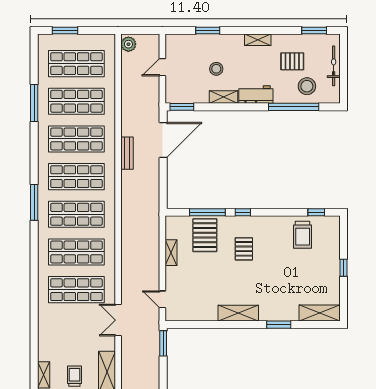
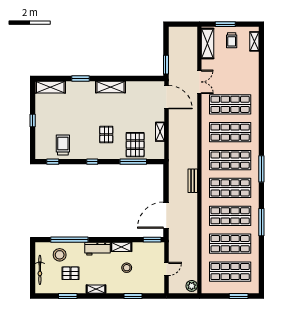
window: (314, 31) -> (68, 296), moved
window: (34, 103) -> (261, 222), moved
bench: (127, 153) -> (193, 181), moved
window: (243, 212) -> (92, 162), moved
door: (162, 299) -> (166, 97), width x1.87

